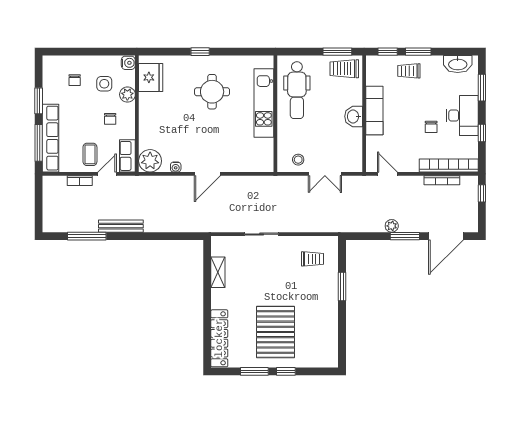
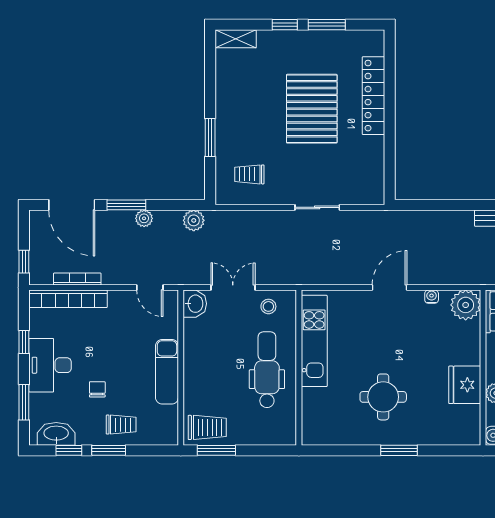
window: (200, 52) -> (399, 450), width x1.50
window: (388, 52) -> (69, 450), moved
fridge: (151, 77) -> (465, 385), moved
dental chair: (297, 90) -> (267, 370), moved
kitchen unit: (264, 103) -> (314, 341), moved
washbasin: (354, 116) -> (195, 304), moved
chair: (431, 127) -> (97, 389), moved
plant: (354, 224) -> (194, 220), added
door: (446, 236) -> (72, 205), swing flipped
shelving: (218, 272) -> (236, 39), moved, turned 90
pallet: (276, 332) -> (312, 109), moved
locker: (219, 338) -> (374, 96), moved

